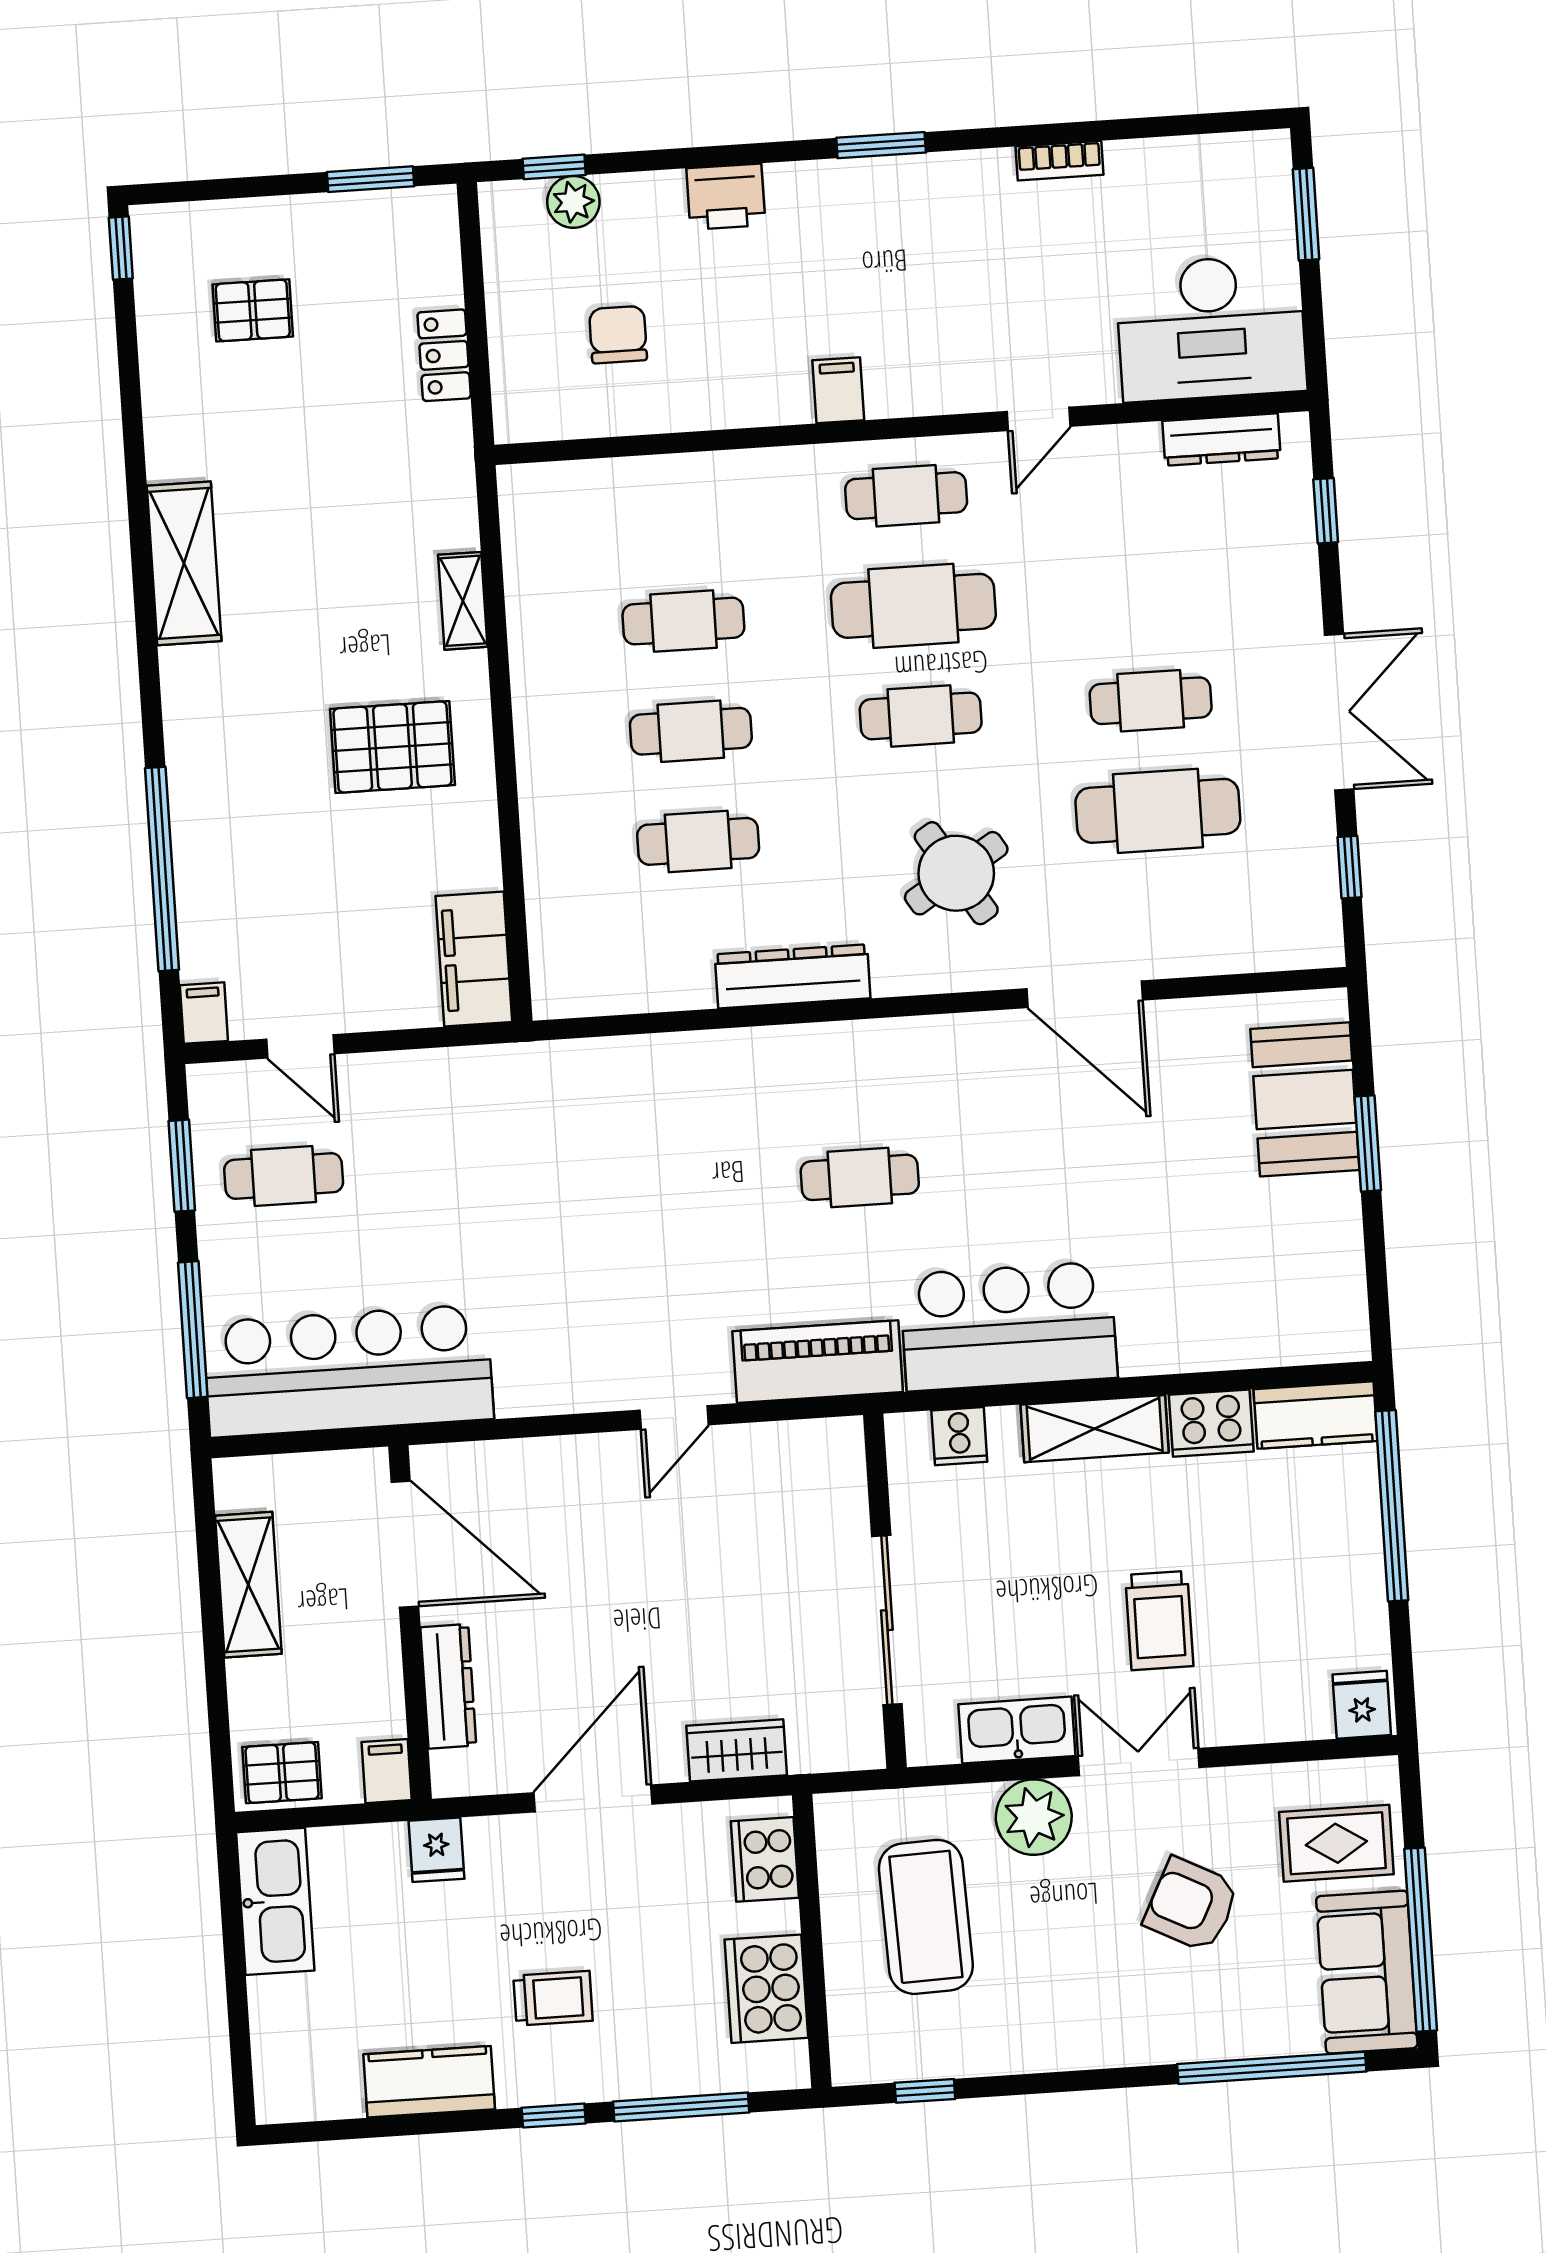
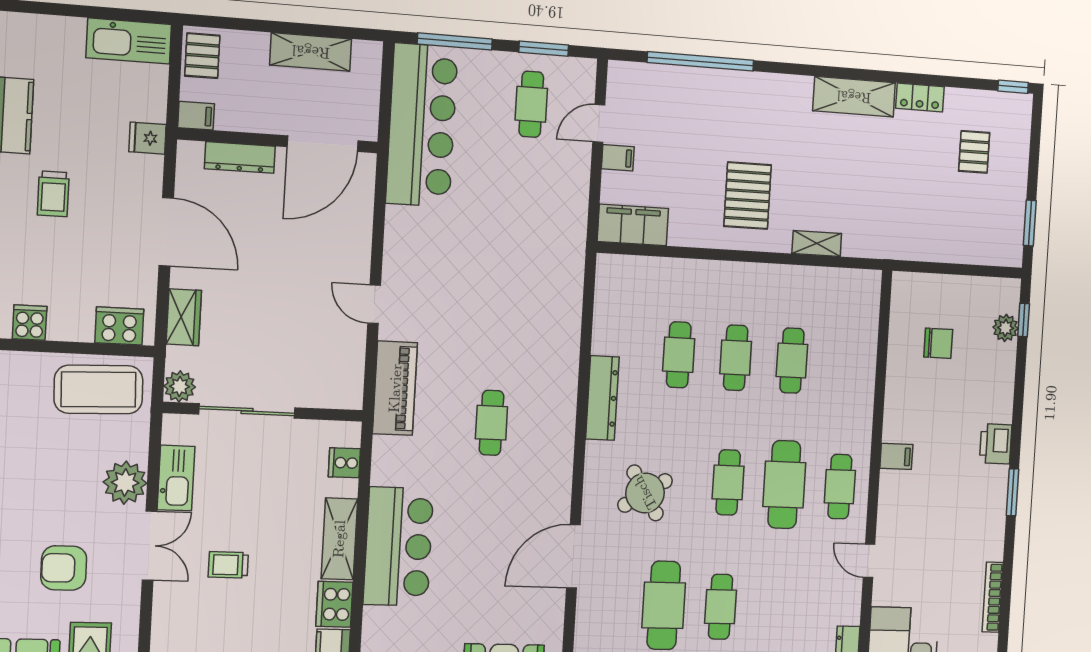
bookcase: (1059, 161) -> (993, 597), width x1.56
printer: (726, 197) -> (996, 444), moved
locker: (444, 355) -> (920, 97), moved, turned 180
filing cabinet: (204, 1013) -> (618, 158), moved
bar counter: (1008, 1326) -> (398, 546), moved
trolley: (1159, 1620) -> (228, 565), width x0.73, depth x0.72
plant: (857, 1743) -> (180, 386), added
armchair: (1192, 1905) -> (64, 568), turned -117
coffee table: (926, 1917) -> (98, 389), moved
cooker: (766, 1989) -> (30, 323), width x0.53, depth x0.76

